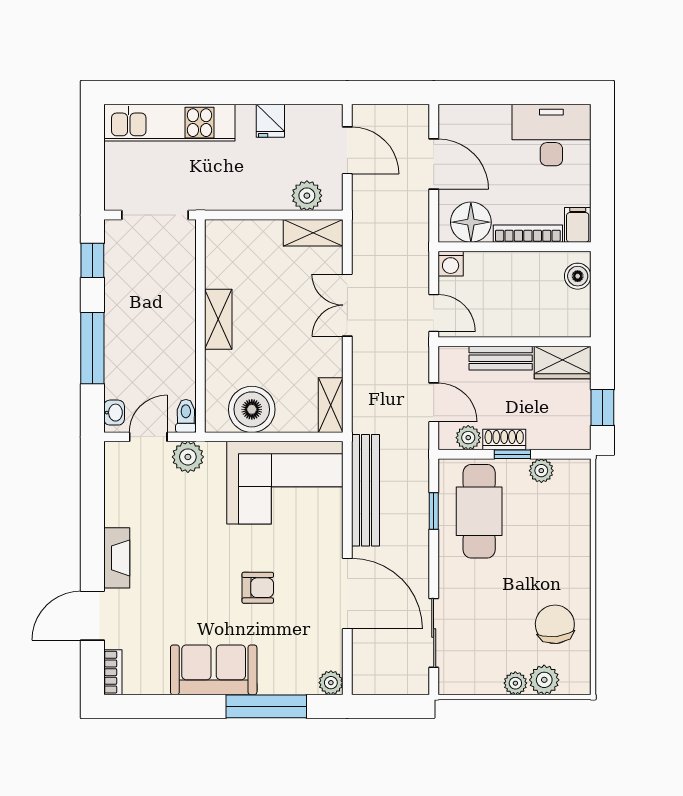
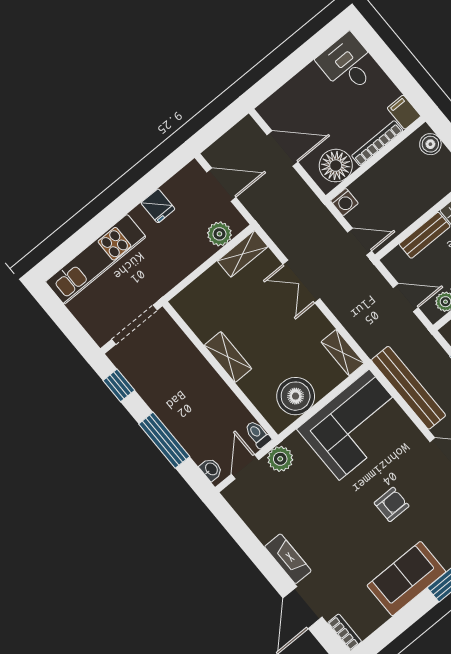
desk: (551, 135) -> (348, 64), width x0.73

